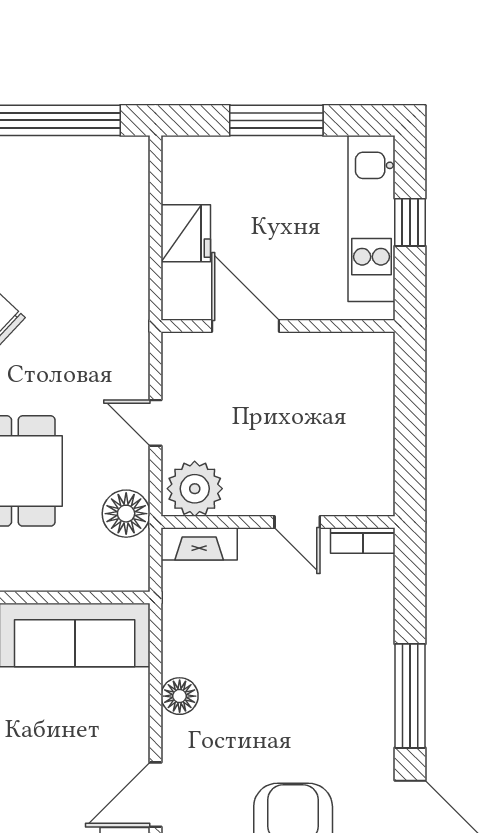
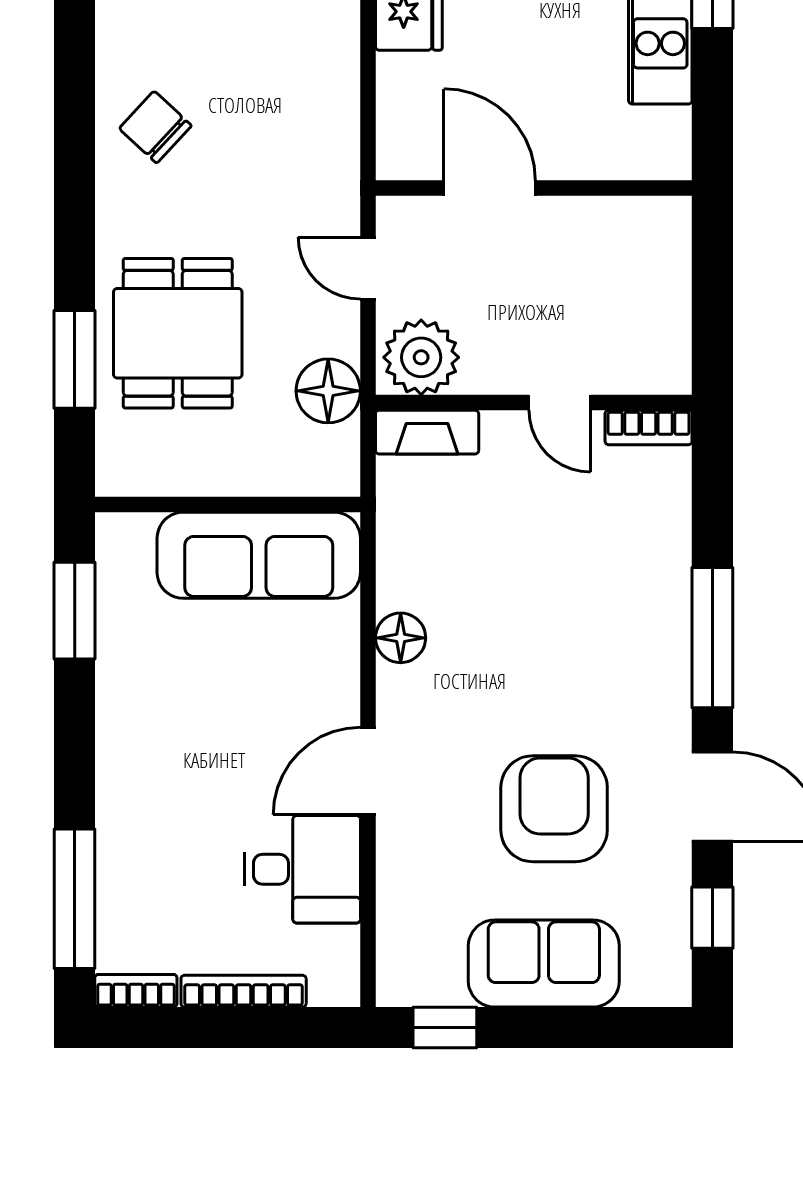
door: (245, 326) -> (490, 188), moved
wall: (278, 326) -> (534, 188), moved

